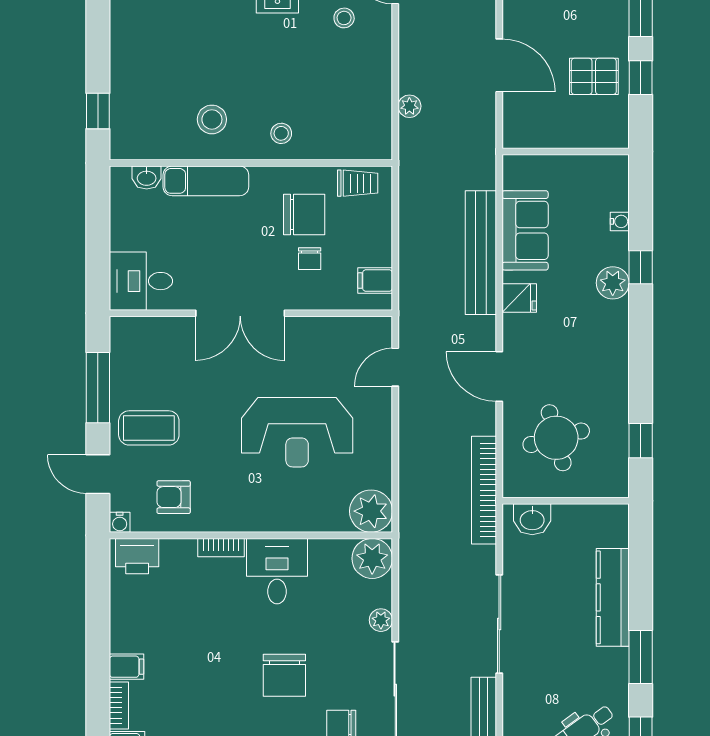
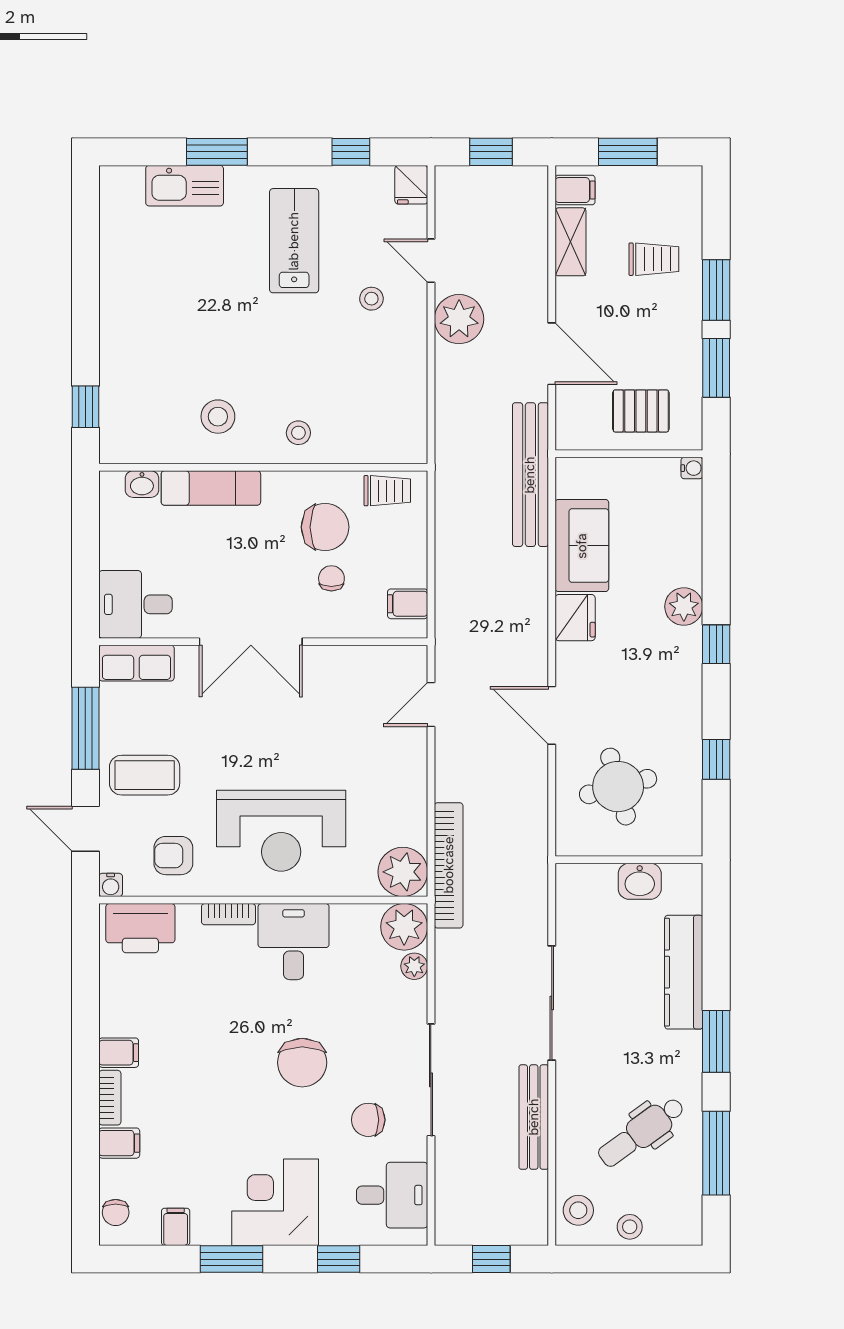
pallet: (594, 76) -> (641, 411), moved
window: (641, 78) -> (716, 368), width x1.50
plant: (409, 106) -> (459, 319), moved, width x1.88, depth x1.88
water cooler: (620, 221) -> (692, 468), moved
bench: (481, 253) -> (530, 475), moved
chair: (310, 259) -> (331, 578), turned 180
window: (641, 267) -> (716, 644), moved
fridge: (519, 298) -> (575, 618), width x1.38
row of seats: (142, 332) -> (136, 663), added
reception desk: (297, 432) -> (281, 831), moved
window: (641, 441) -> (716, 759), moved
bookcase: (484, 490) -> (449, 865), moved, turned 180
washbasin: (532, 519) -> (640, 881), moved
printer: (137, 556) -> (140, 928), width x1.37, depth x1.19
plant: (381, 620) -> (414, 966), moved

